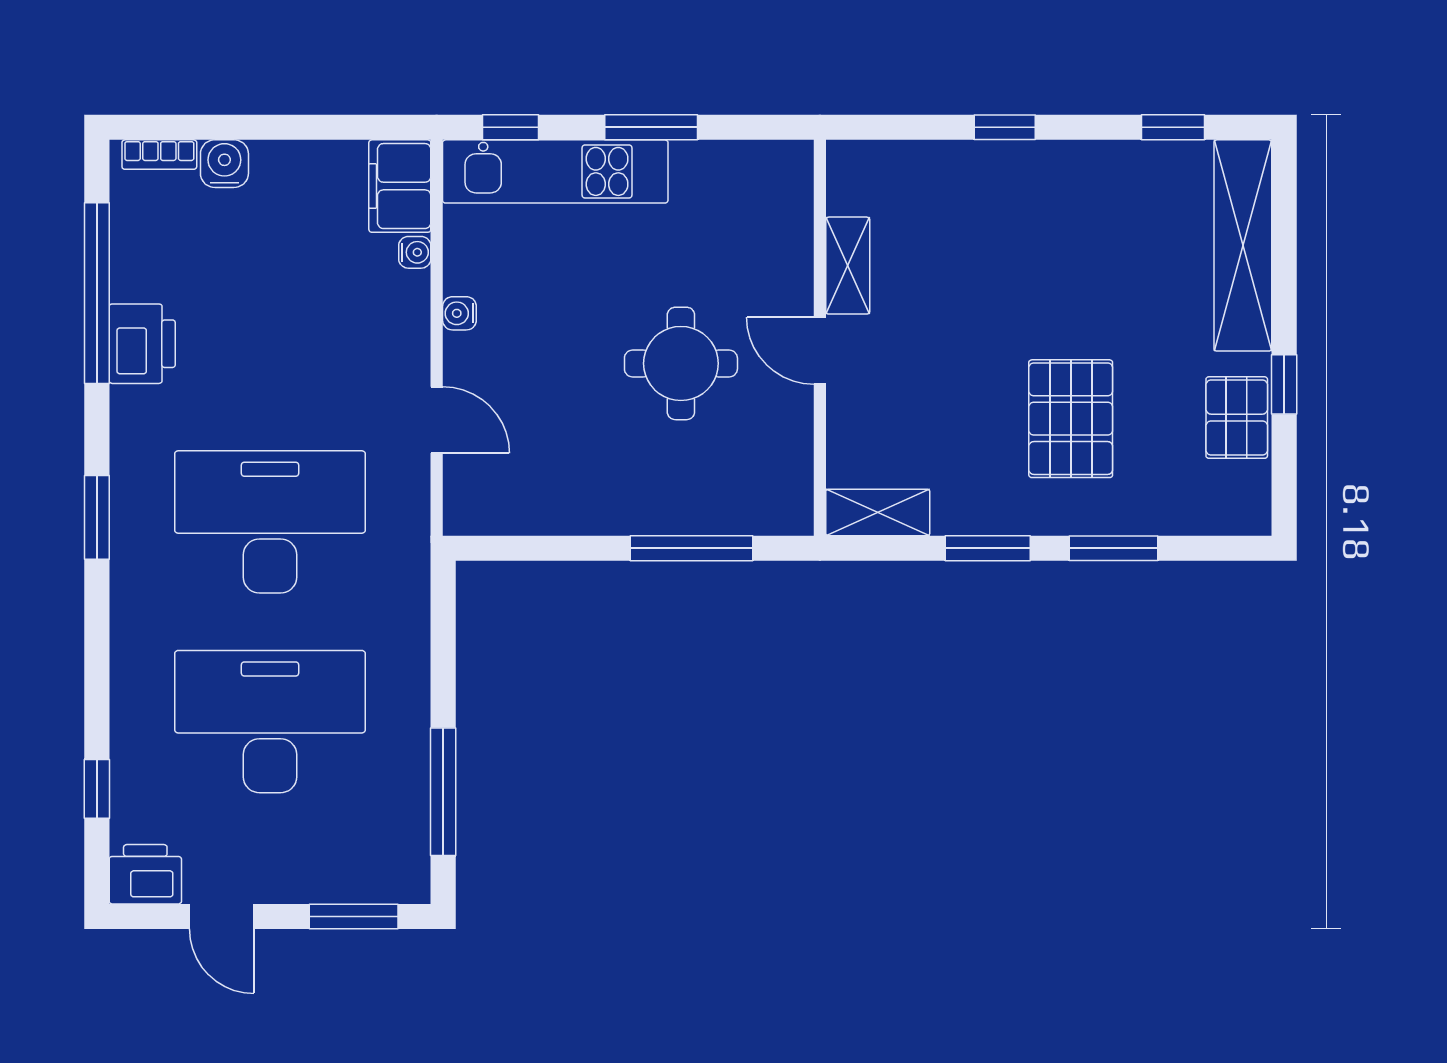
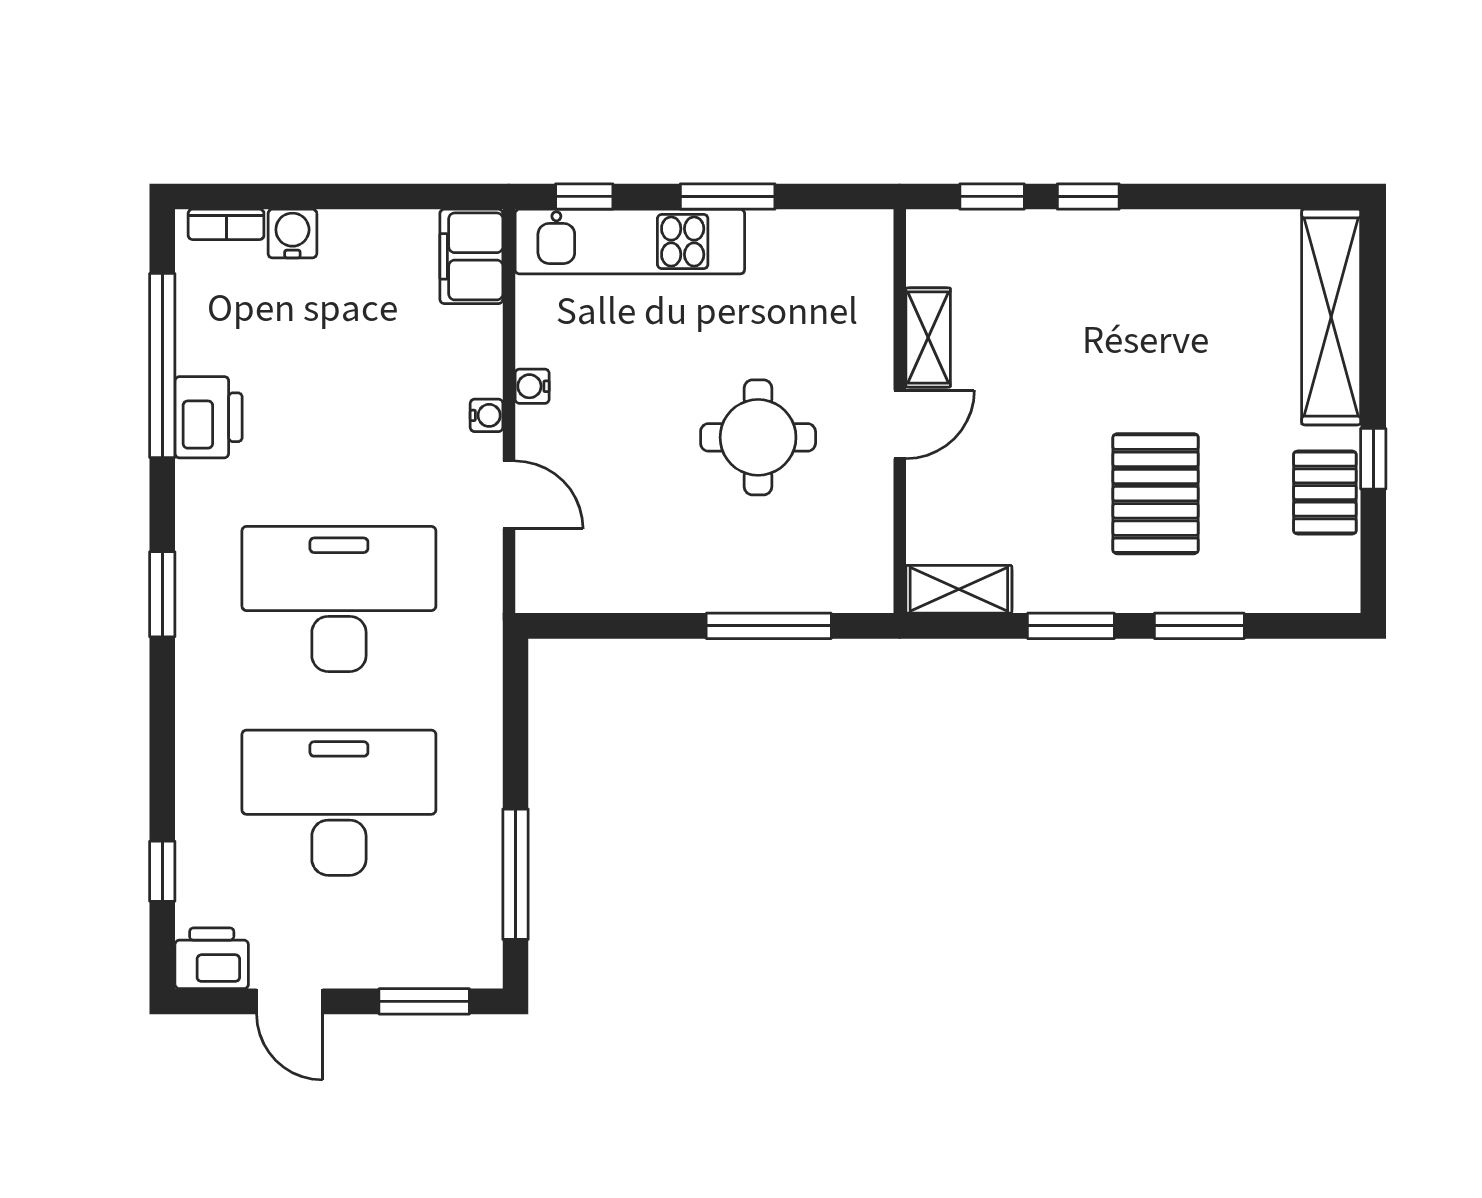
window: (1173, 127) -> (992, 196), moved
water cooler: (415, 252) -> (487, 415), moved
door: (820, 351) -> (900, 424), swing flipped

